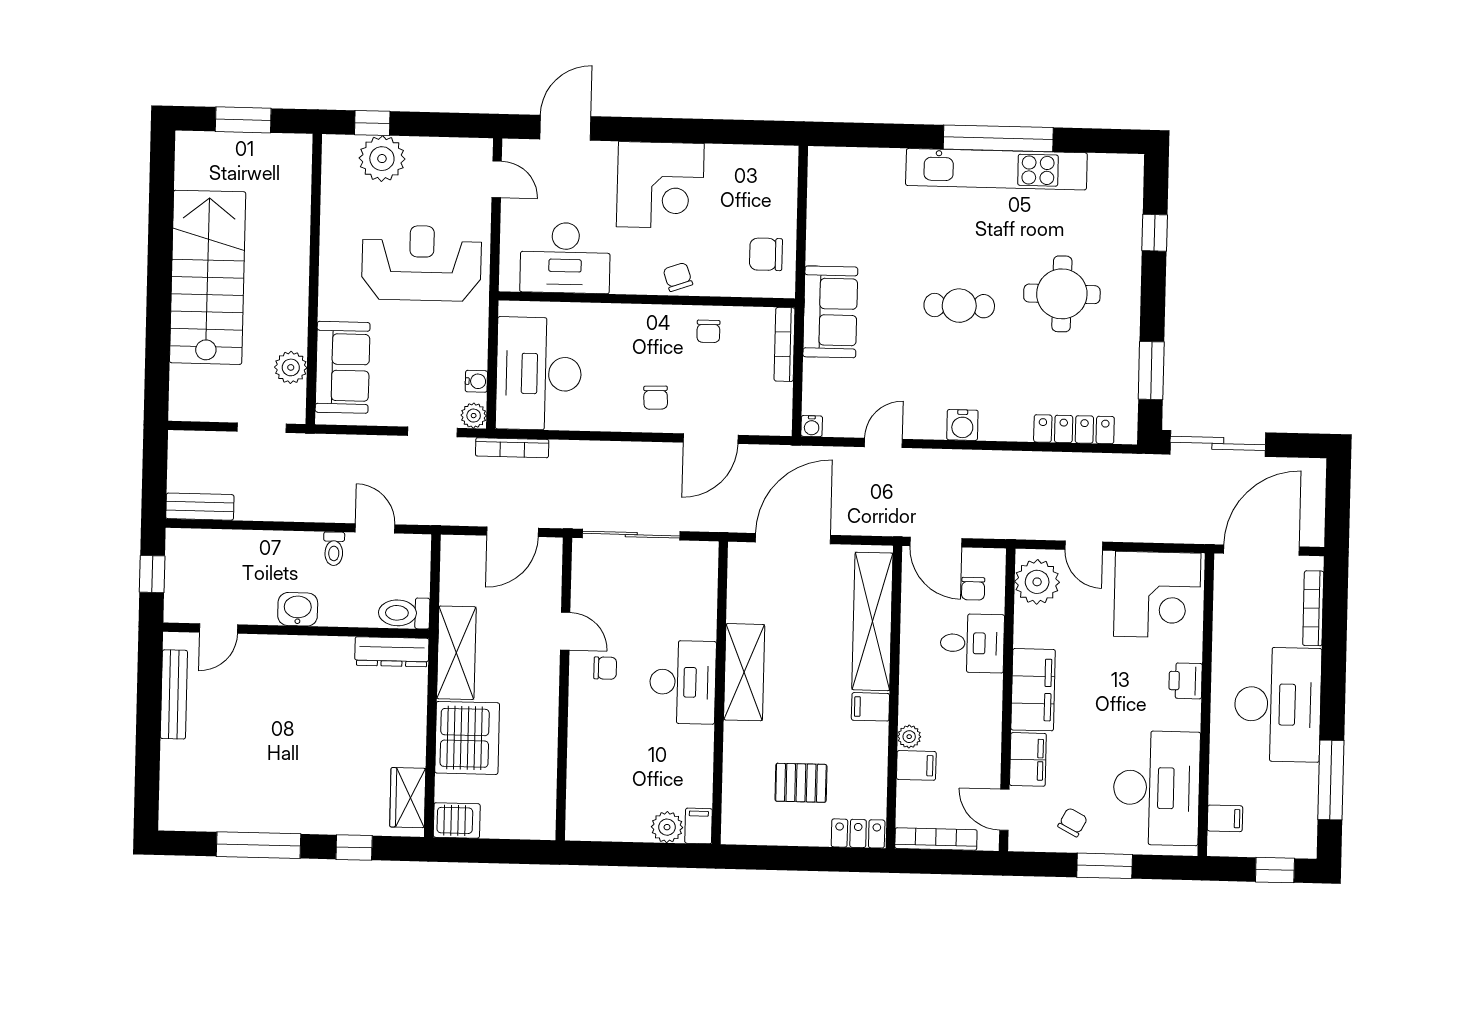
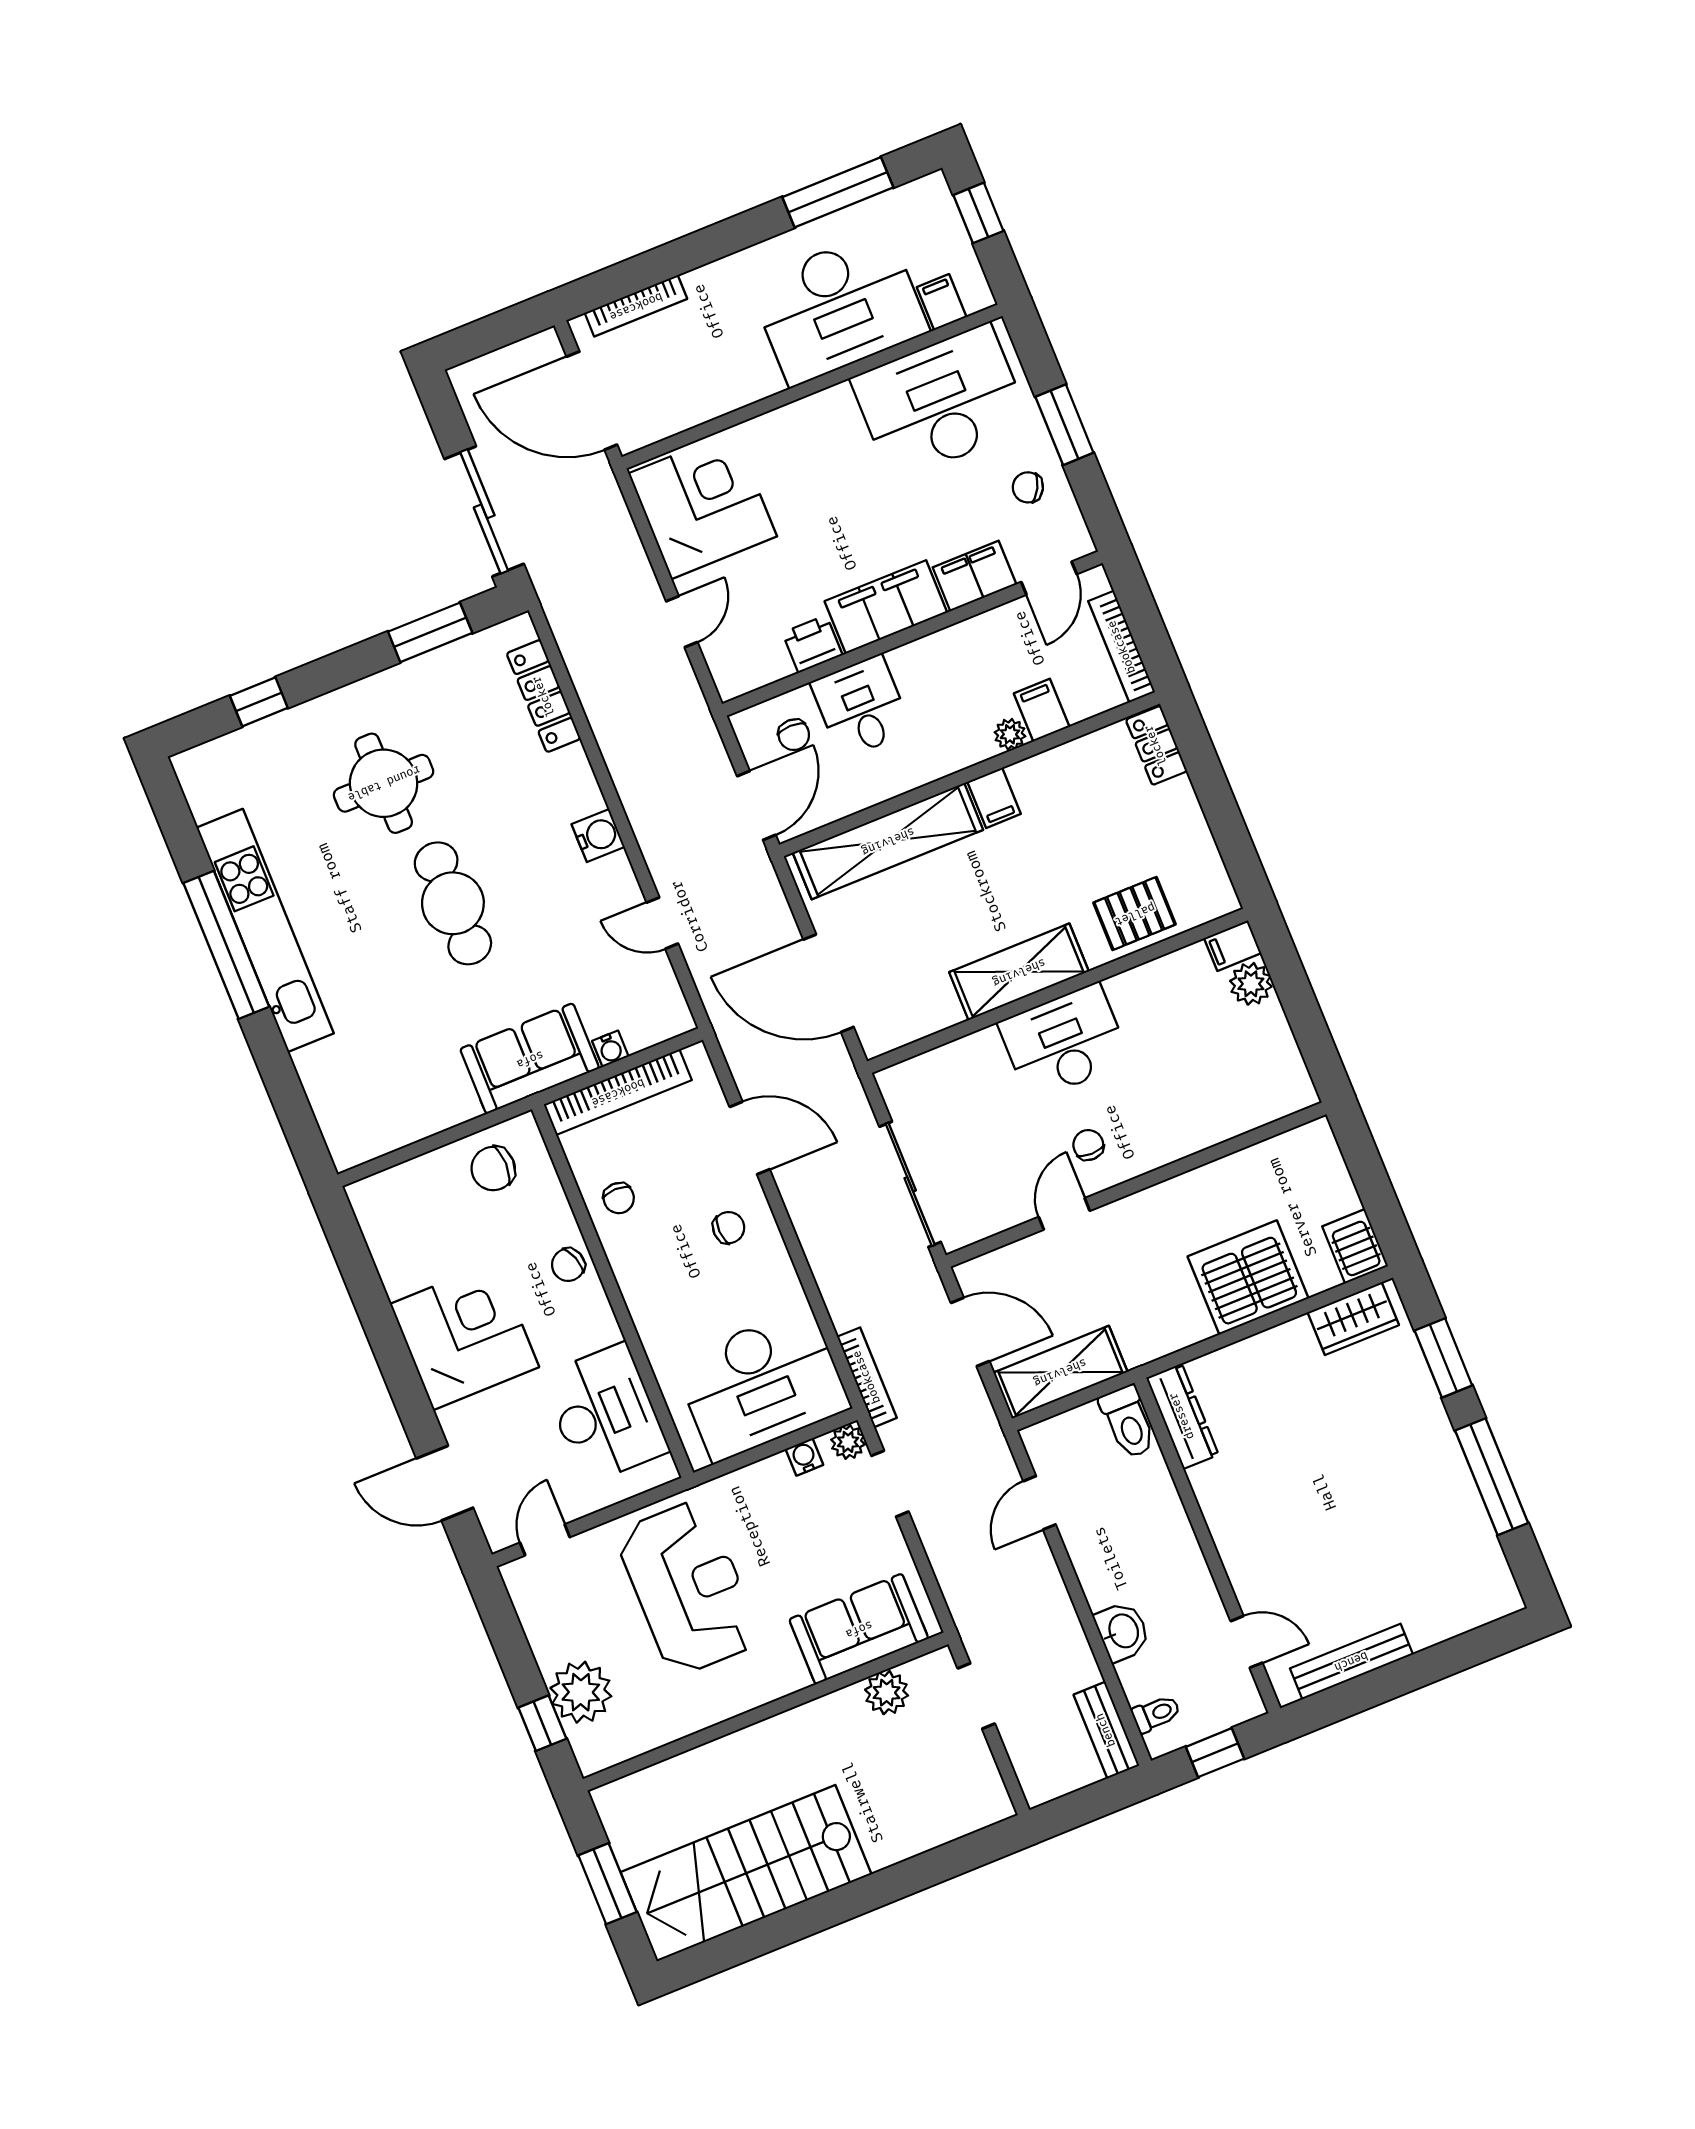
chair: (766, 254) -> (493, 1169), turned 90
reception desk: (422, 263) -> (688, 1588), turned 180
stairs: (208, 277) -> (746, 1873), moved
cafe table: (959, 306) -> (453, 903), width x1.37, depth x1.35
chair: (708, 331) -> (619, 1198), turned 90
bookcase: (785, 344) -> (618, 1092), width x1.48, depth x1.31
water cooler: (812, 426) -> (610, 1049), moved, turned 90
toilet: (334, 549) -> (1156, 1714), moved
plant: (1037, 582) -> (751, 660), removed
chair: (973, 589) -> (794, 735), turned 90
washbasin: (298, 609) -> (1122, 1631), moved, turned 180
shelving: (456, 653) -> (1060, 1372), moved
printer: (1185, 681) -> (812, 644), moved, turned 180
desk: (1278, 704) -> (839, 307), moved, turned 180
pallet: (801, 783) -> (1135, 914), moved, turned 90
window: (354, 848) -> (1443, 1358), width x1.50

